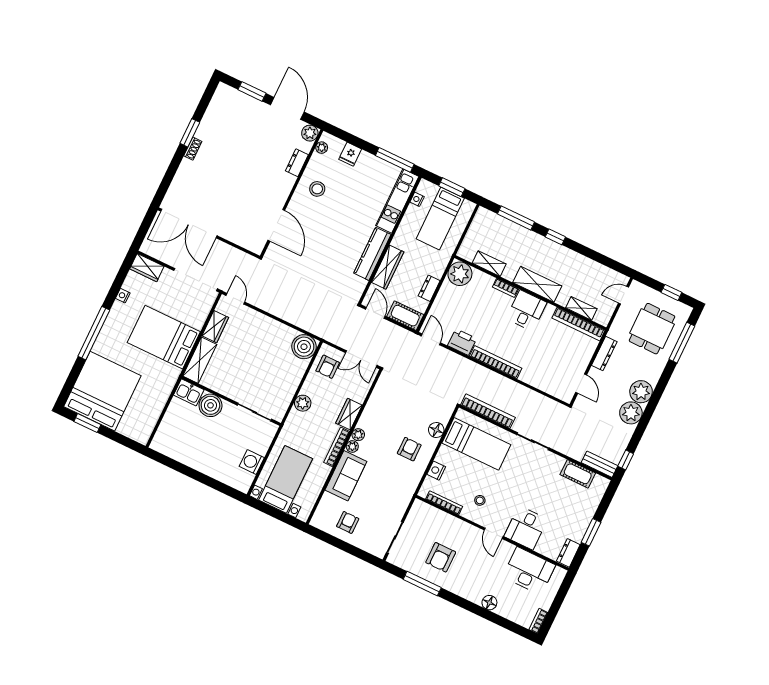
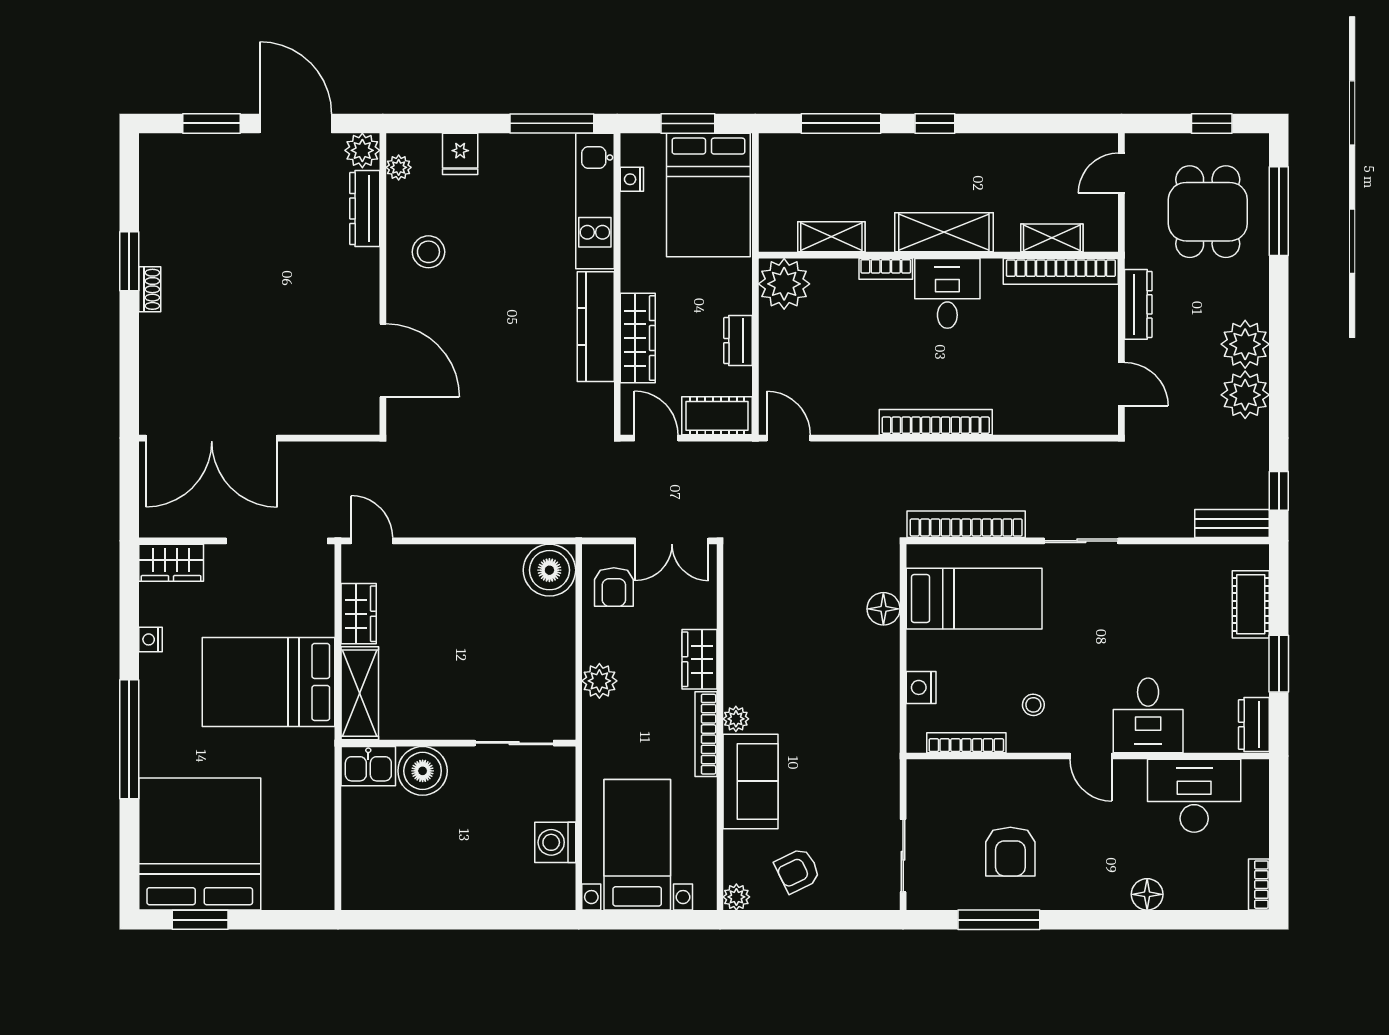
dresser: (297, 163) -> (365, 209), width x1.44
bed: (440, 219) -> (708, 195), width x1.50
printer: (462, 342) -> (852, 414), removed
plant: (358, 435) -> (736, 897), moved
armchair: (409, 449) -> (849, 671), removed
cot: (578, 474) -> (1251, 604), moved, turned 90
armchair: (348, 522) -> (798, 870), turned -116

